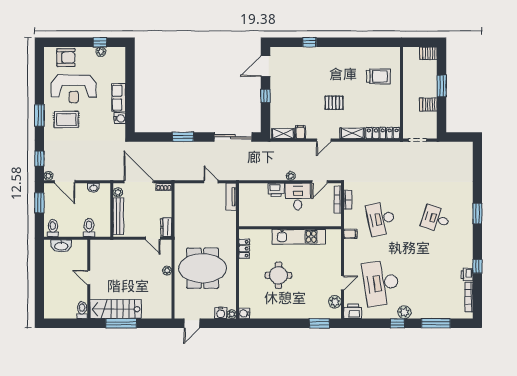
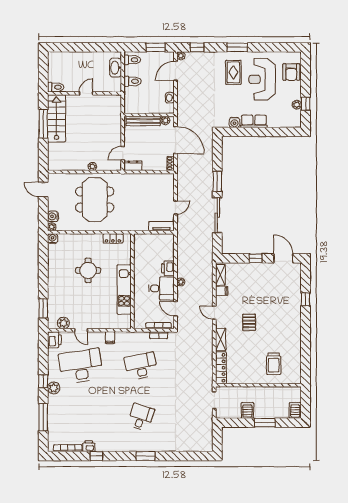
sliding door: (233, 137) -> (217, 215), moved
door: (139, 182) -> (175, 140), hinge flipped
toilet: (89, 228) -> (133, 81), moved
filing cabinet: (350, 234) -> (110, 338), moved

